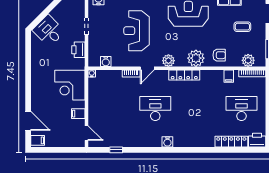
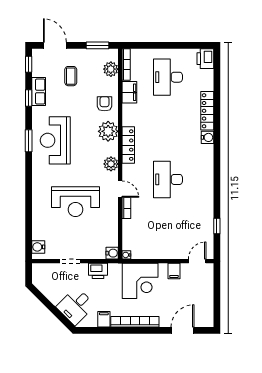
water cooler: (106, 62) -> (112, 253), moved
filing cabinet: (229, 76) -> (129, 92), width x2.00
bookcase: (36, 81) -> (135, 322), added
filing cabinet: (38, 140) -> (104, 319), moved
water cooler: (167, 142) -> (207, 137), moved
locker: (231, 142) -> (207, 111), moved

